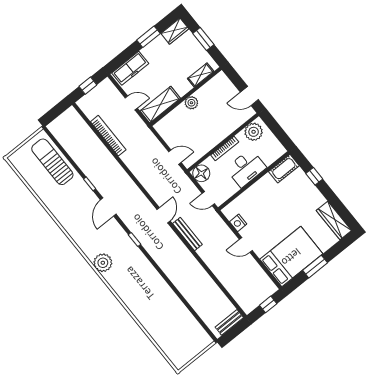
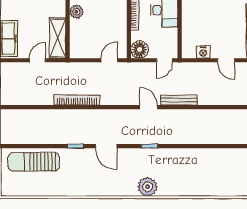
bookcase: (108, 136) -> (77, 100), moved
door: (246, 245) -> (226, 60), hinge flipped

